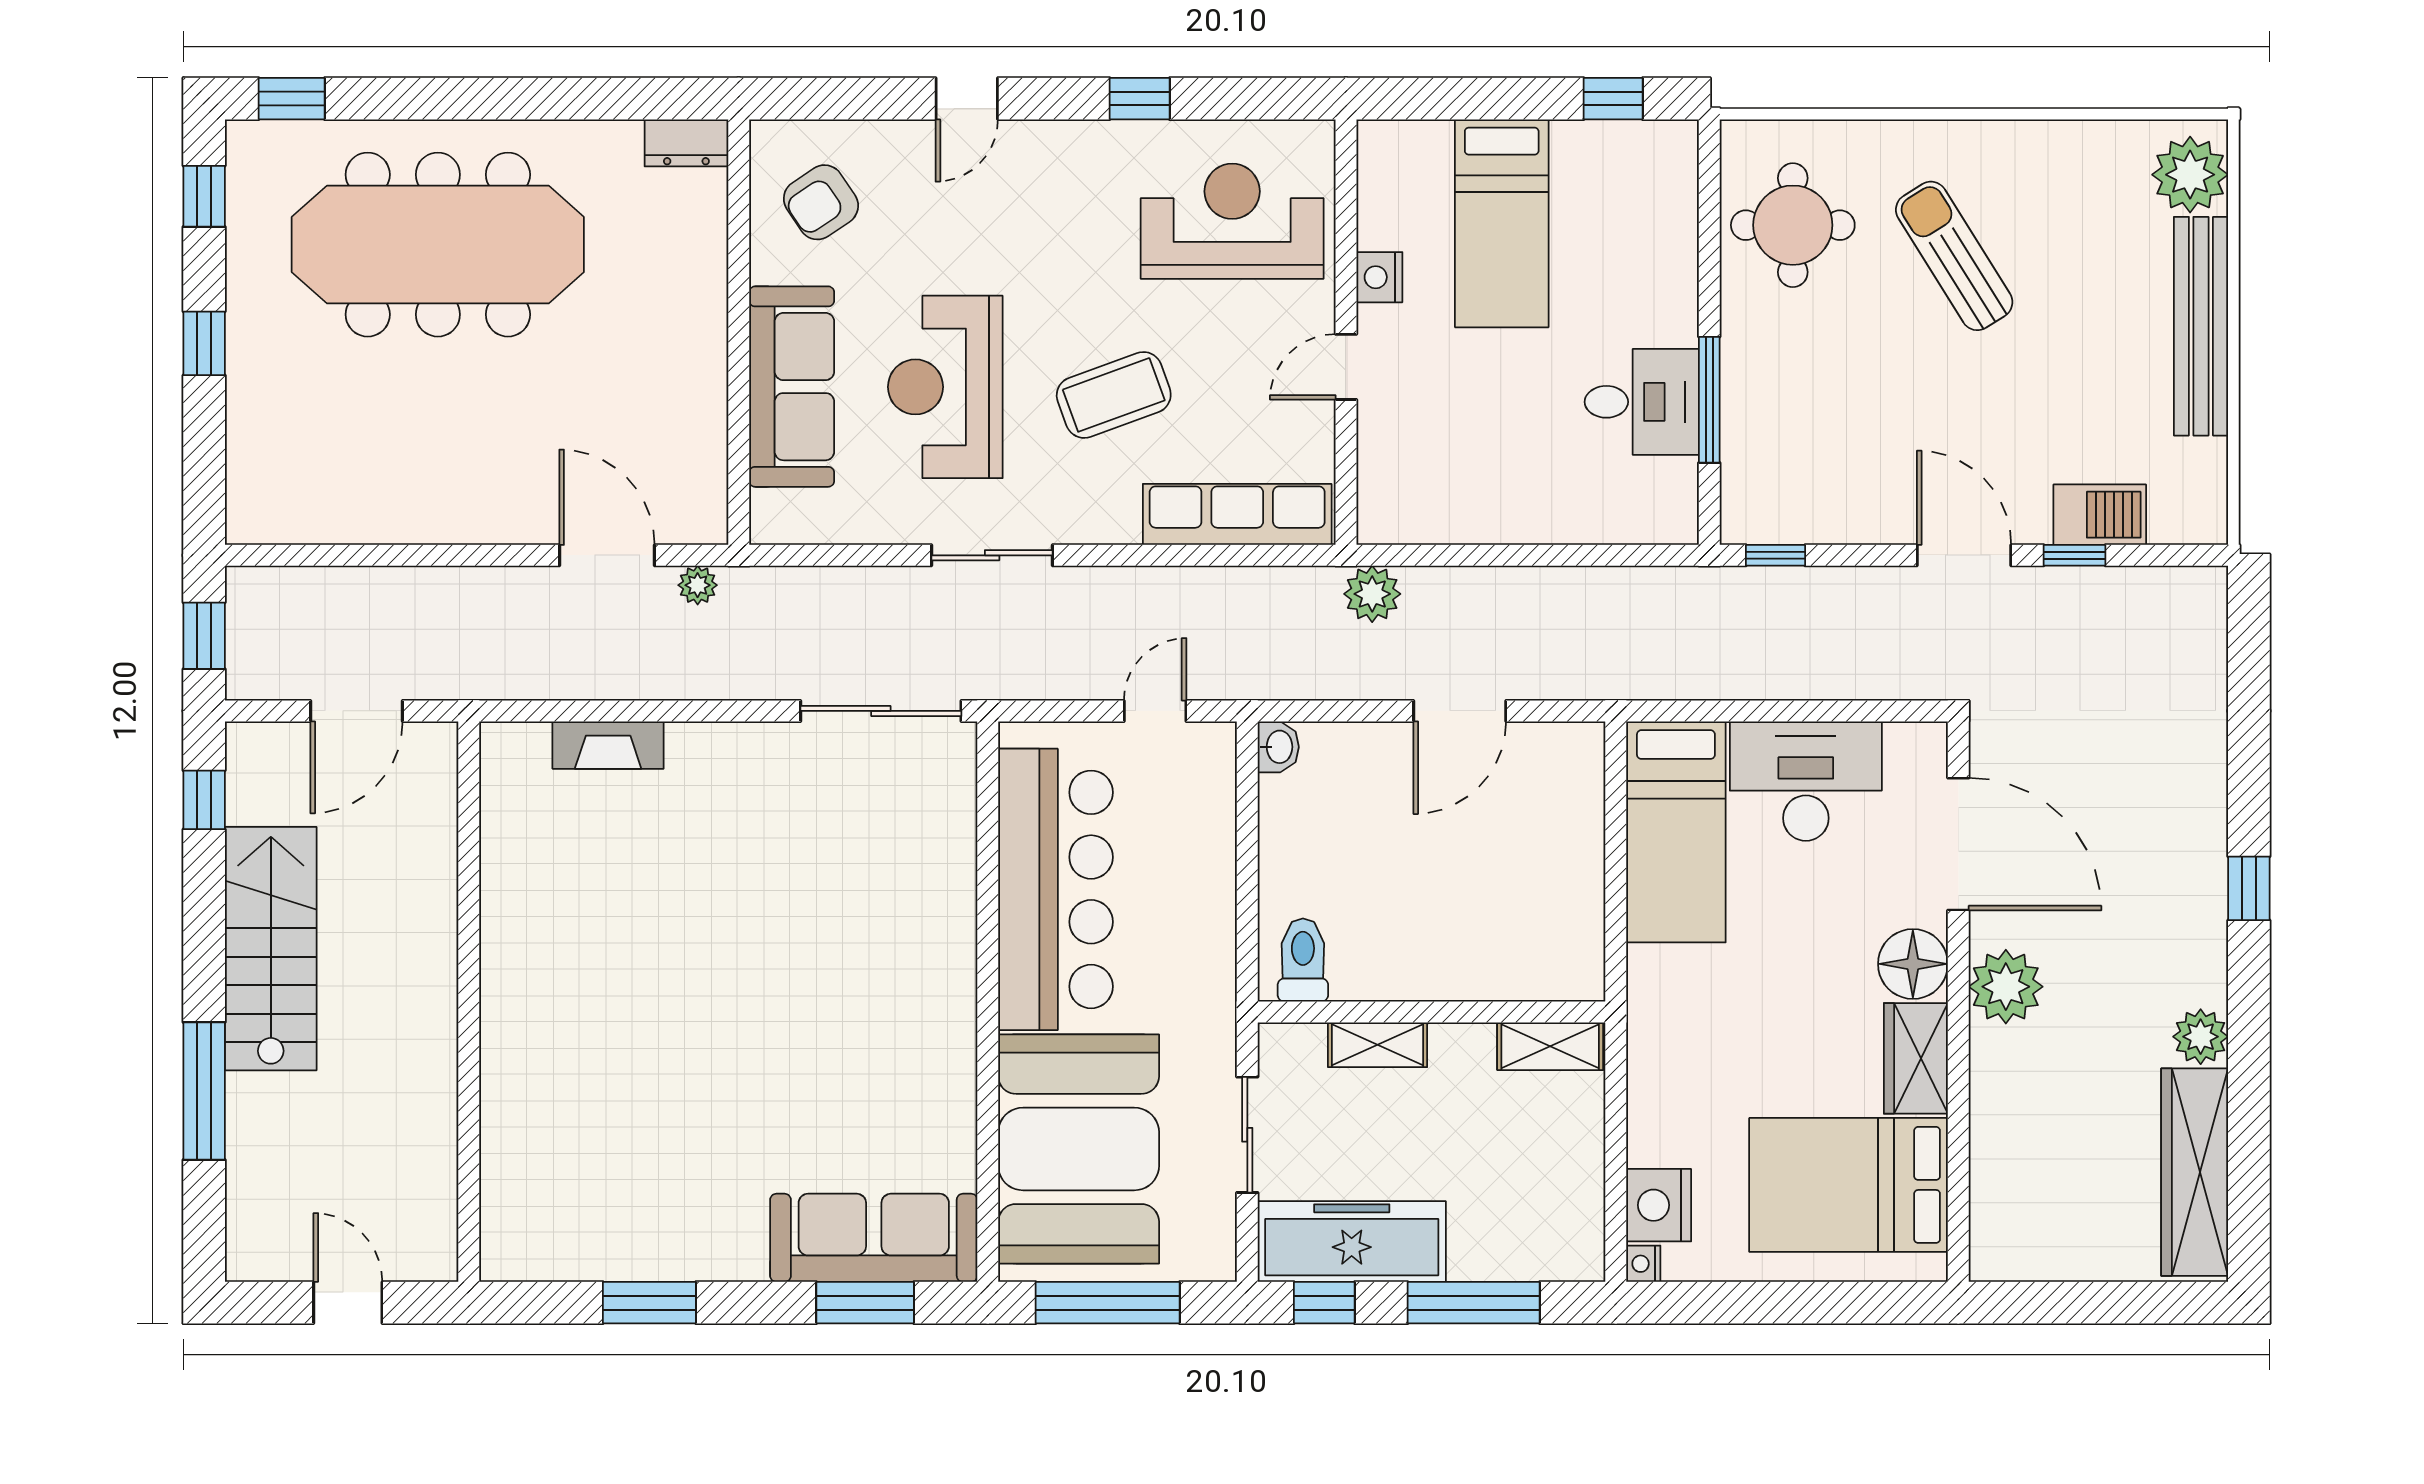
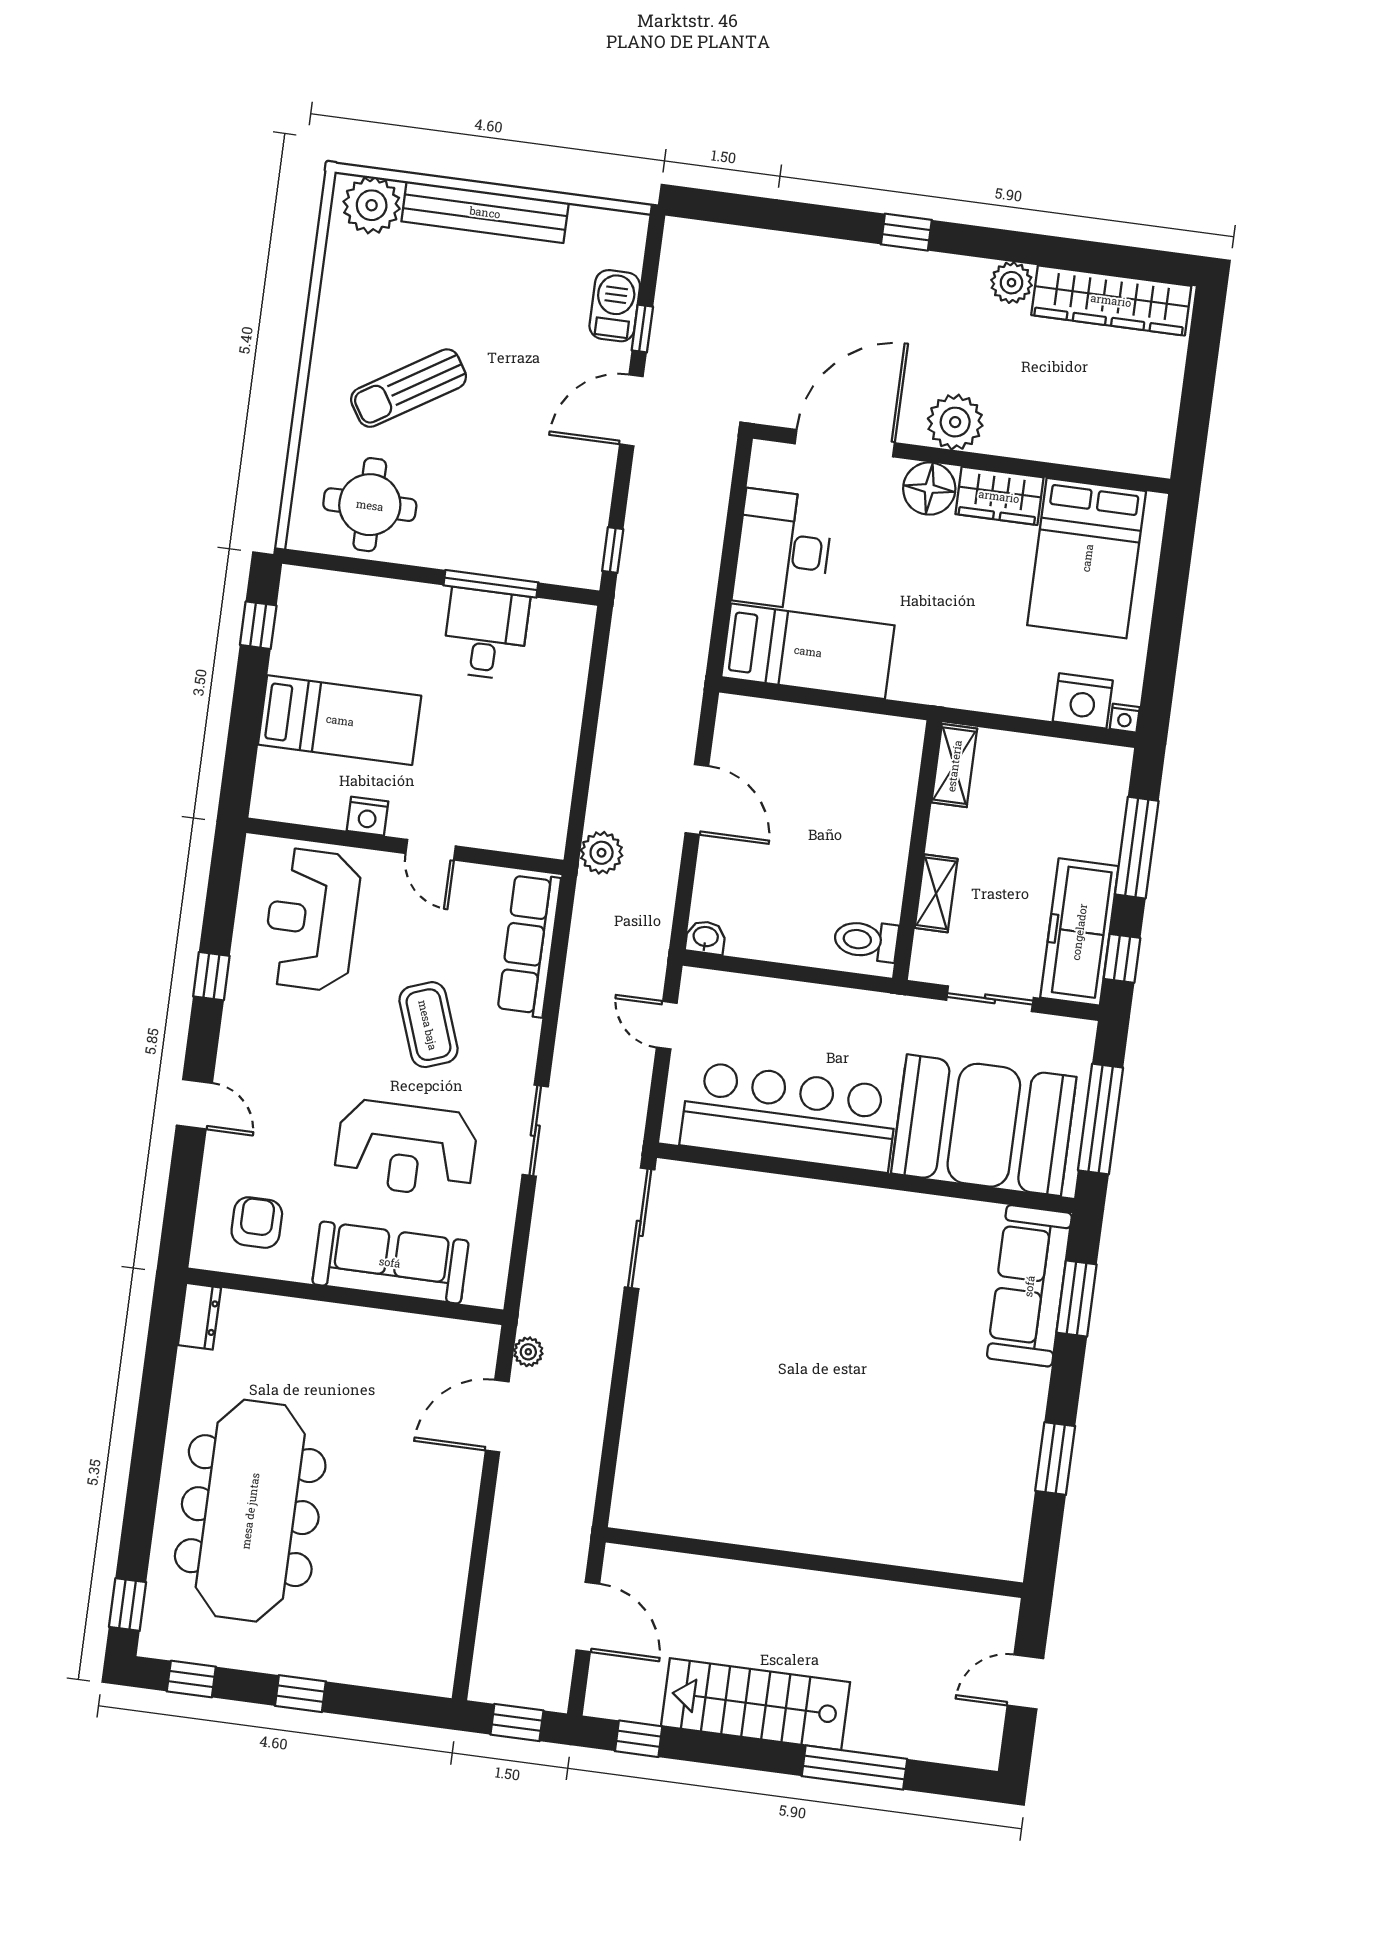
armchair: (821, 202) -> (257, 1223), turned -146
fireplace: (608, 745) -> (638, 1434), removed

